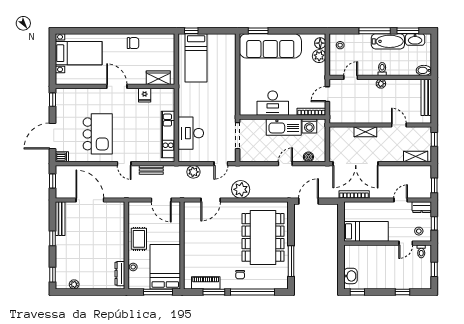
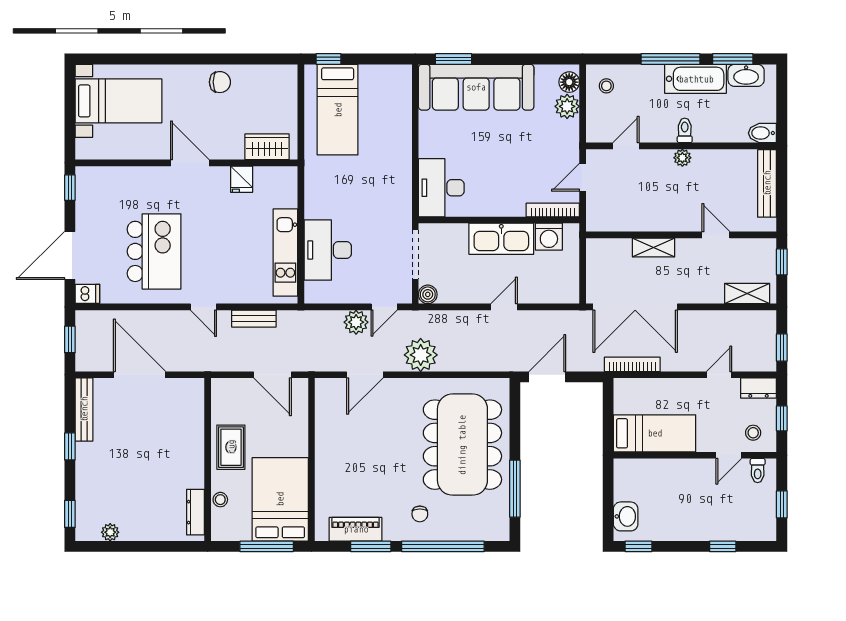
desk: (273, 103) -> (441, 188), moved, turned 90
boiler: (308, 157) -> (428, 294), moved
plant: (193, 172) -> (356, 322), moved

